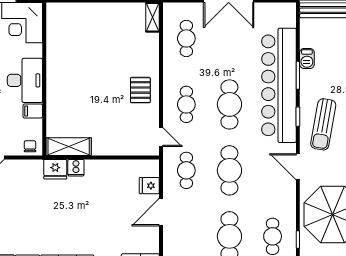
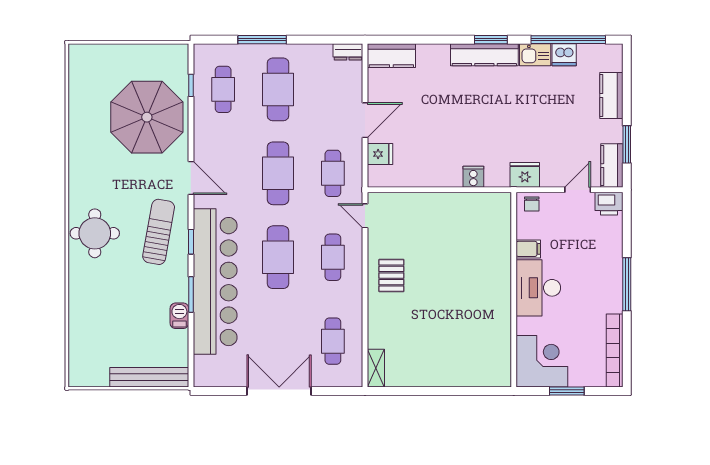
shelving: (69, 147) -> (483, 204), removed
fridge: (55, 169) -> (525, 175), moved

